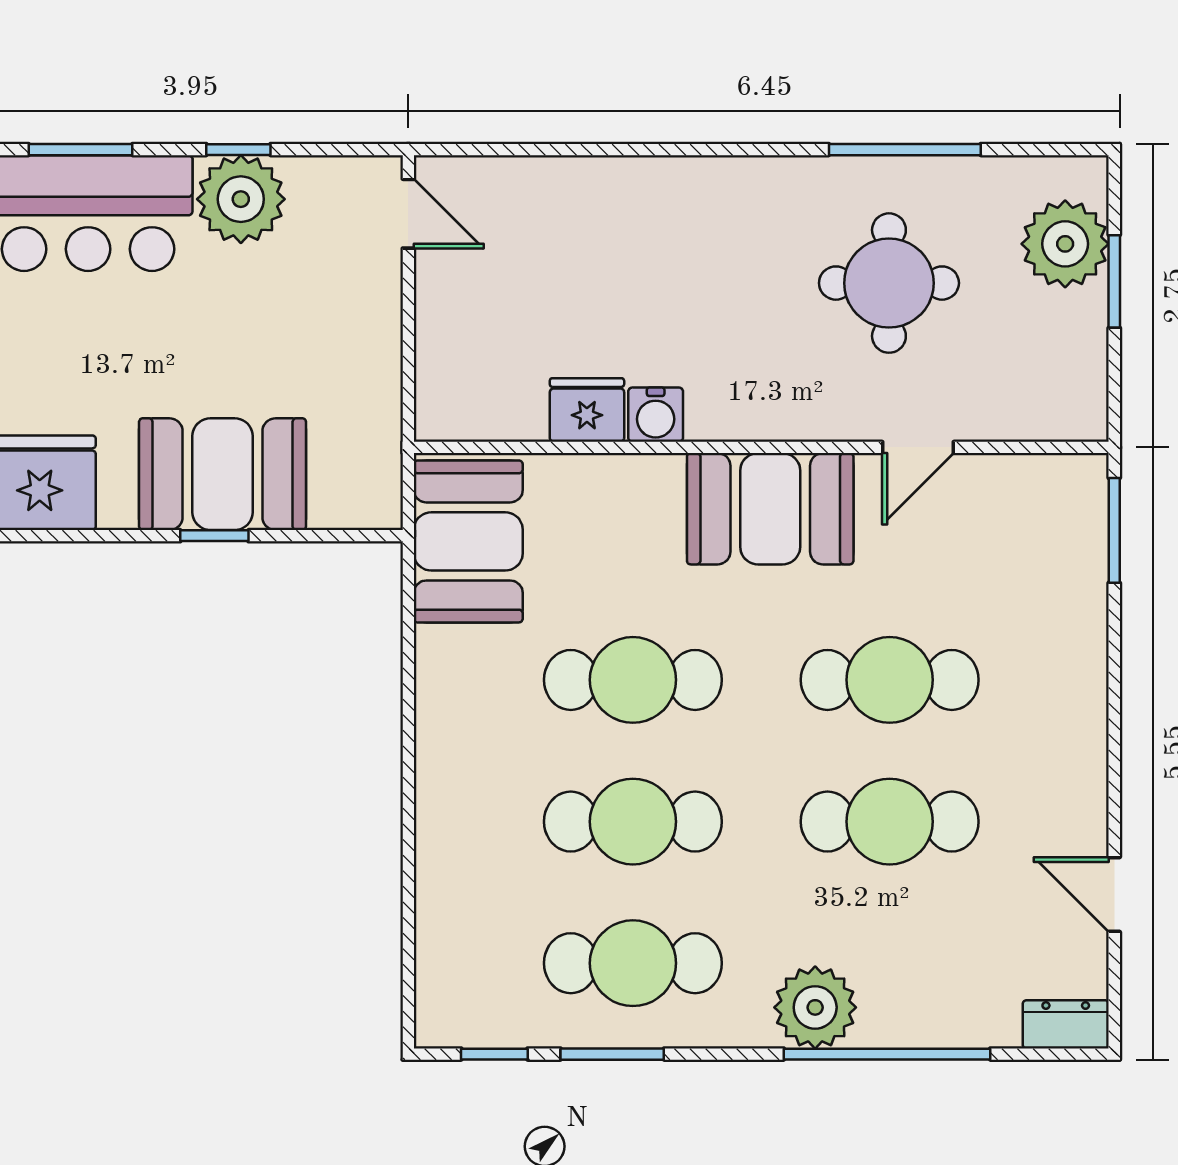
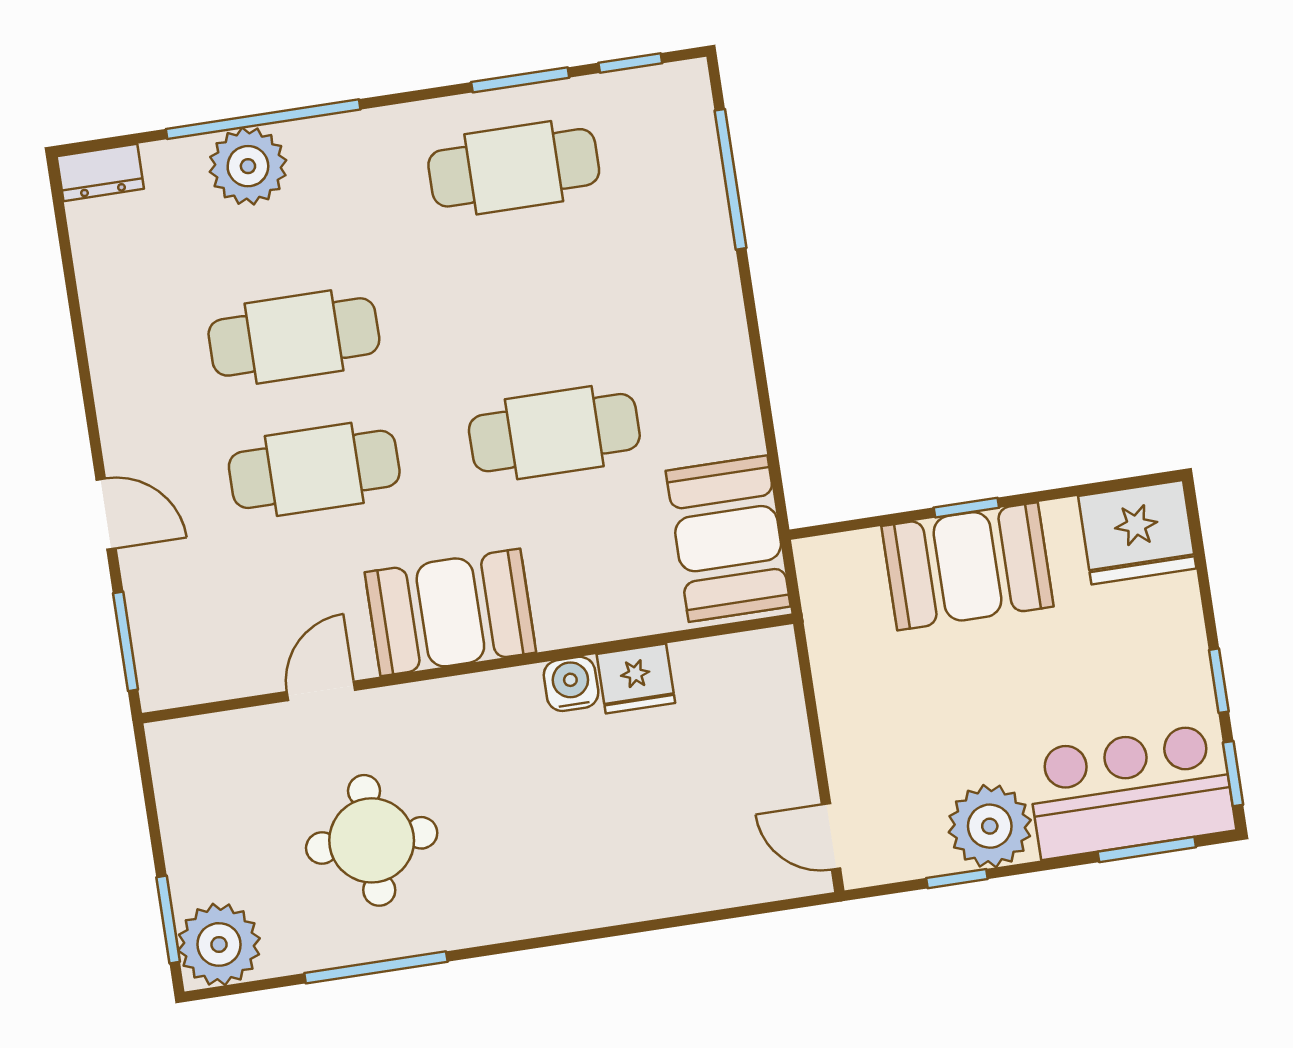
window: (238, 150) -> (957, 879), moved
plant: (1065, 244) -> (219, 944), moved
window: (1114, 281) -> (168, 920), moved
cafe table: (633, 822) -> (534, 300), removed
door: (1114, 895) -> (106, 514), moved
window: (408, 917) -> (730, 179), added
plant: (815, 1007) -> (248, 166), moved

